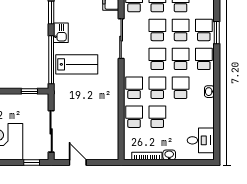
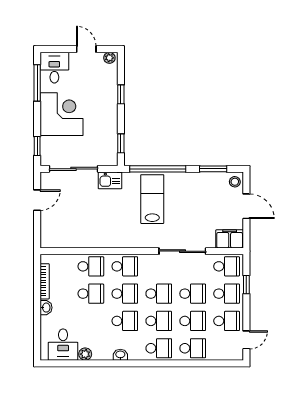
kitchen sink: (61, 33) -> (110, 180), moved
window: (217, 33) -> (190, 363), removed
lab bench: (77, 64) -> (152, 199), turned 180
plant: (209, 121) -> (85, 354), added

